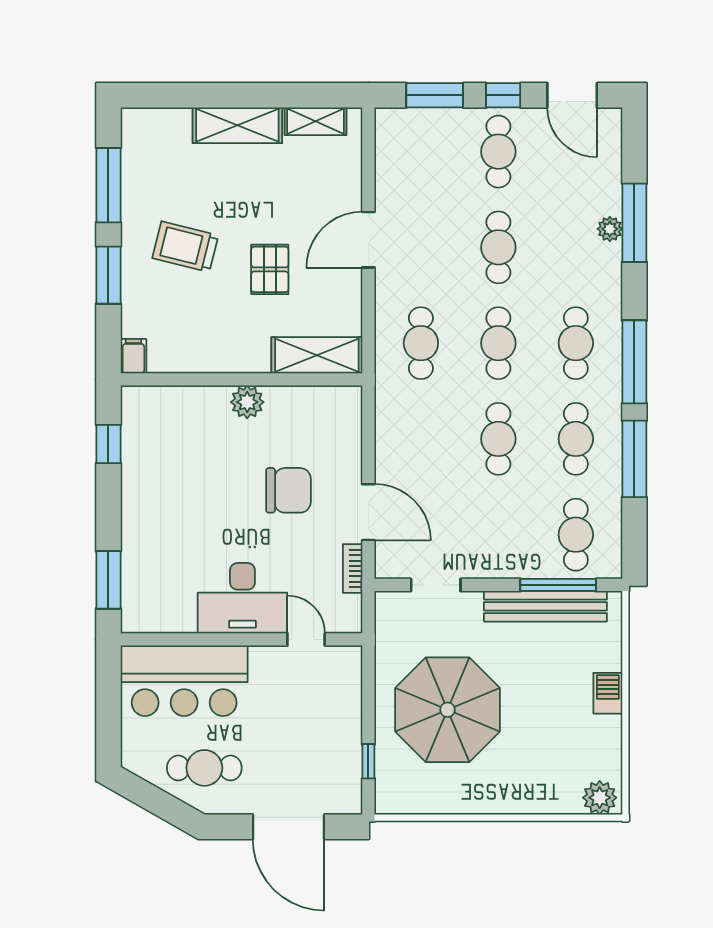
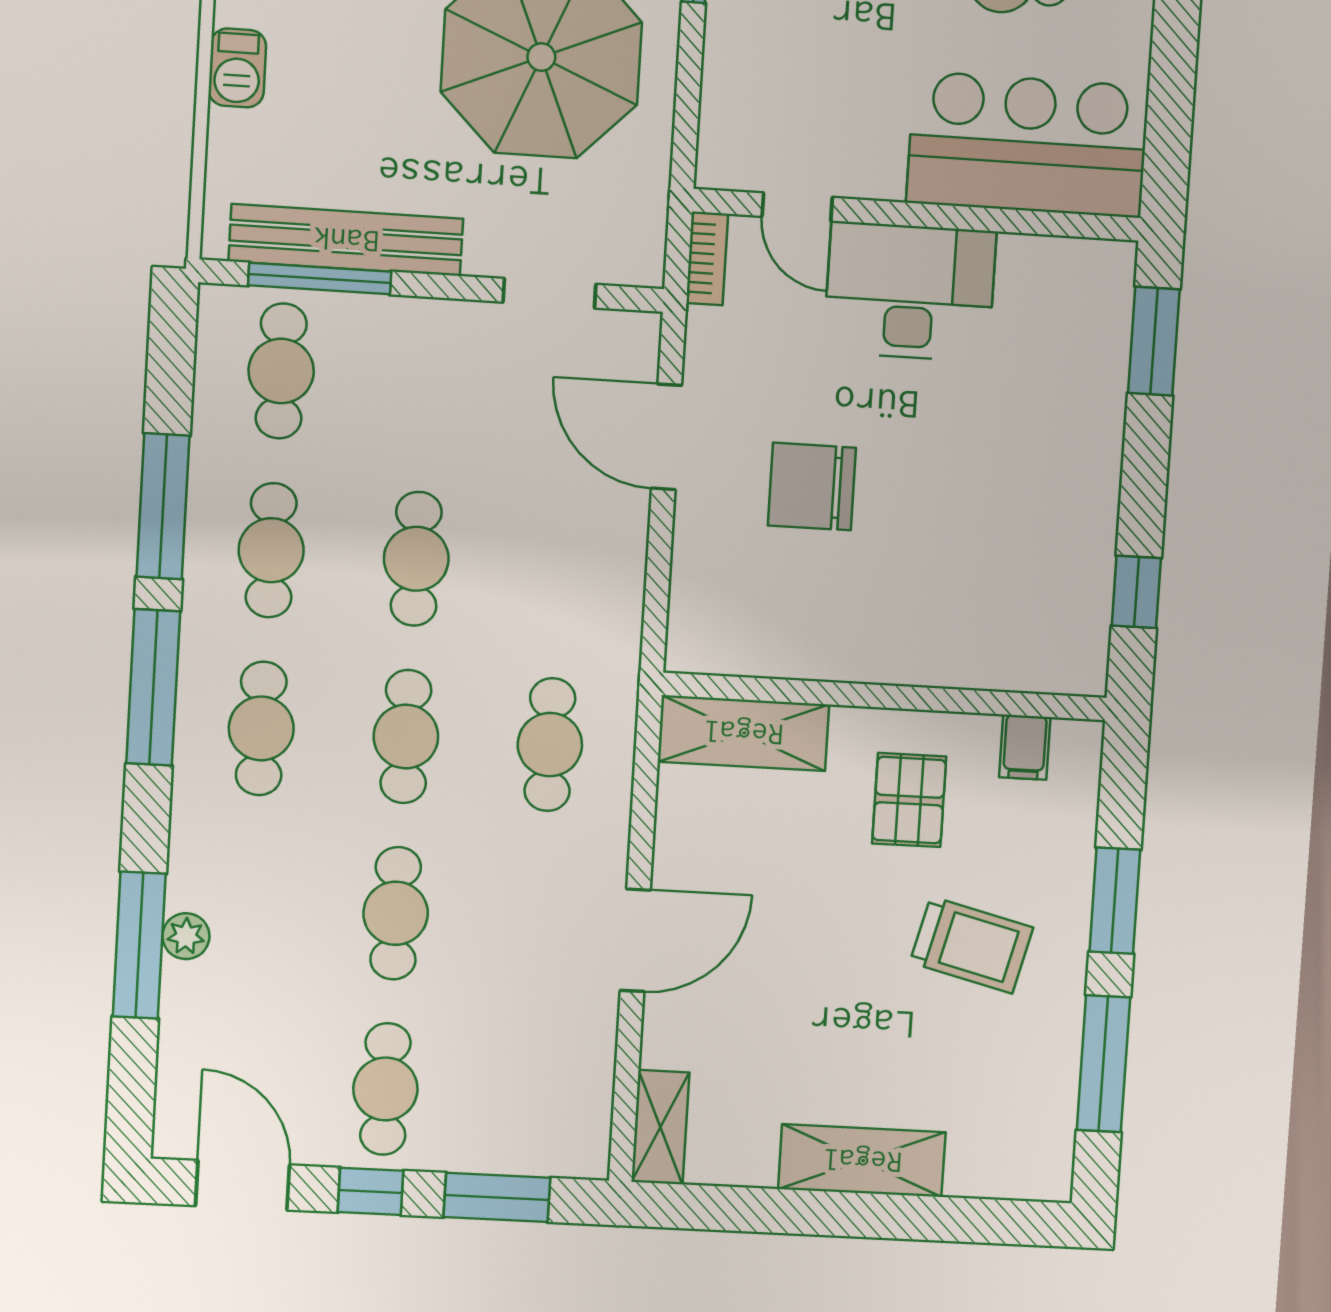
shelving: (315, 121) -> (660, 1127), moved, turned 90
pallet: (270, 269) -> (909, 800), moved
filing cabinet: (133, 356) -> (1025, 747), moved
plant: (247, 402) -> (877, 654), removed
bookcase: (353, 569) -> (707, 258), moved

